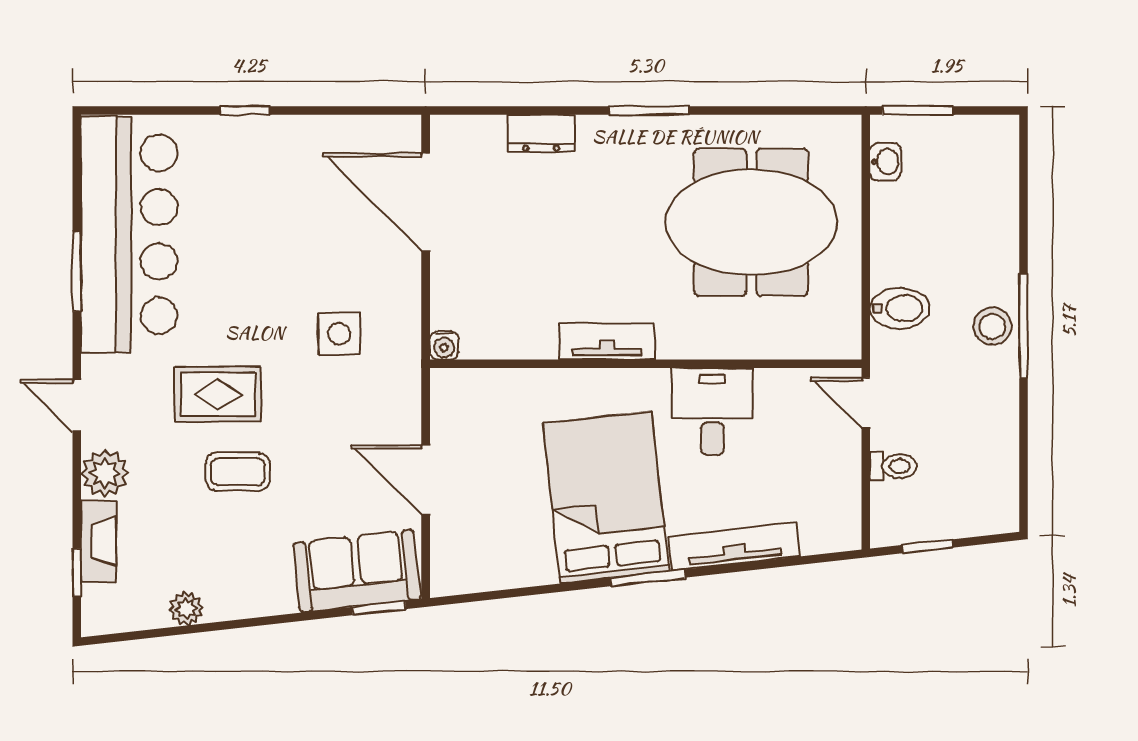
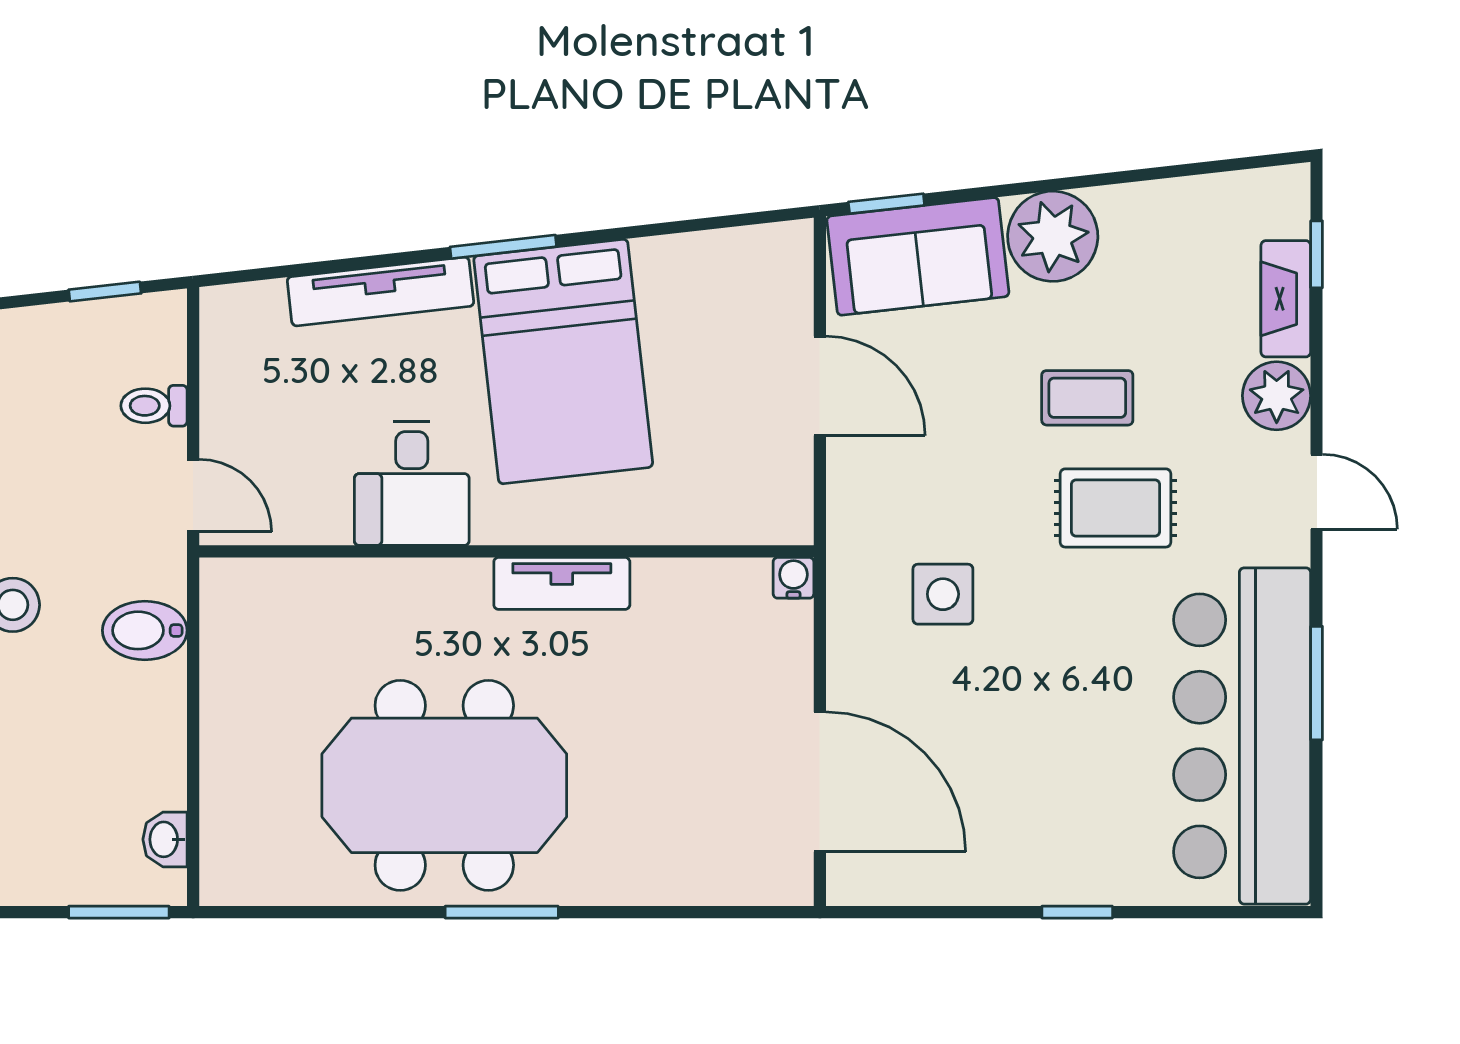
dresser: (541, 133) -> (655, 879), removed
meeting table: (751, 222) -> (444, 785), moved
plant: (186, 609) -> (1053, 236), moved, width x1.87, depth x1.87

